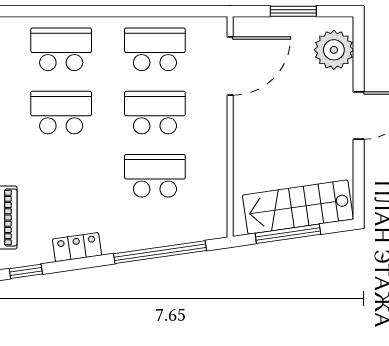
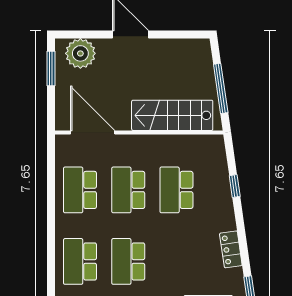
window: (293, 11) -> (51, 69), moved
stairs: (298, 207) -> (172, 115), moved, turned 98
window: (160, 252) -> (235, 186), width x0.32

